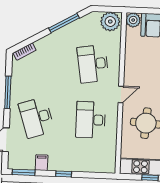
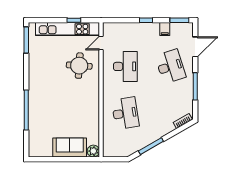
plant: (110, 22) -> (112, 149), removed
door: (121, 94) -> (101, 43), moved

